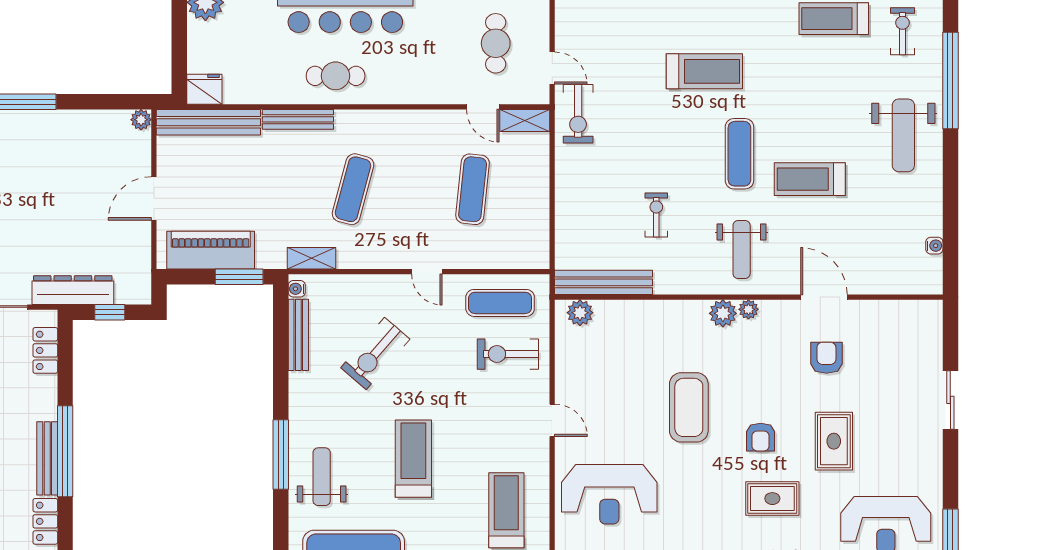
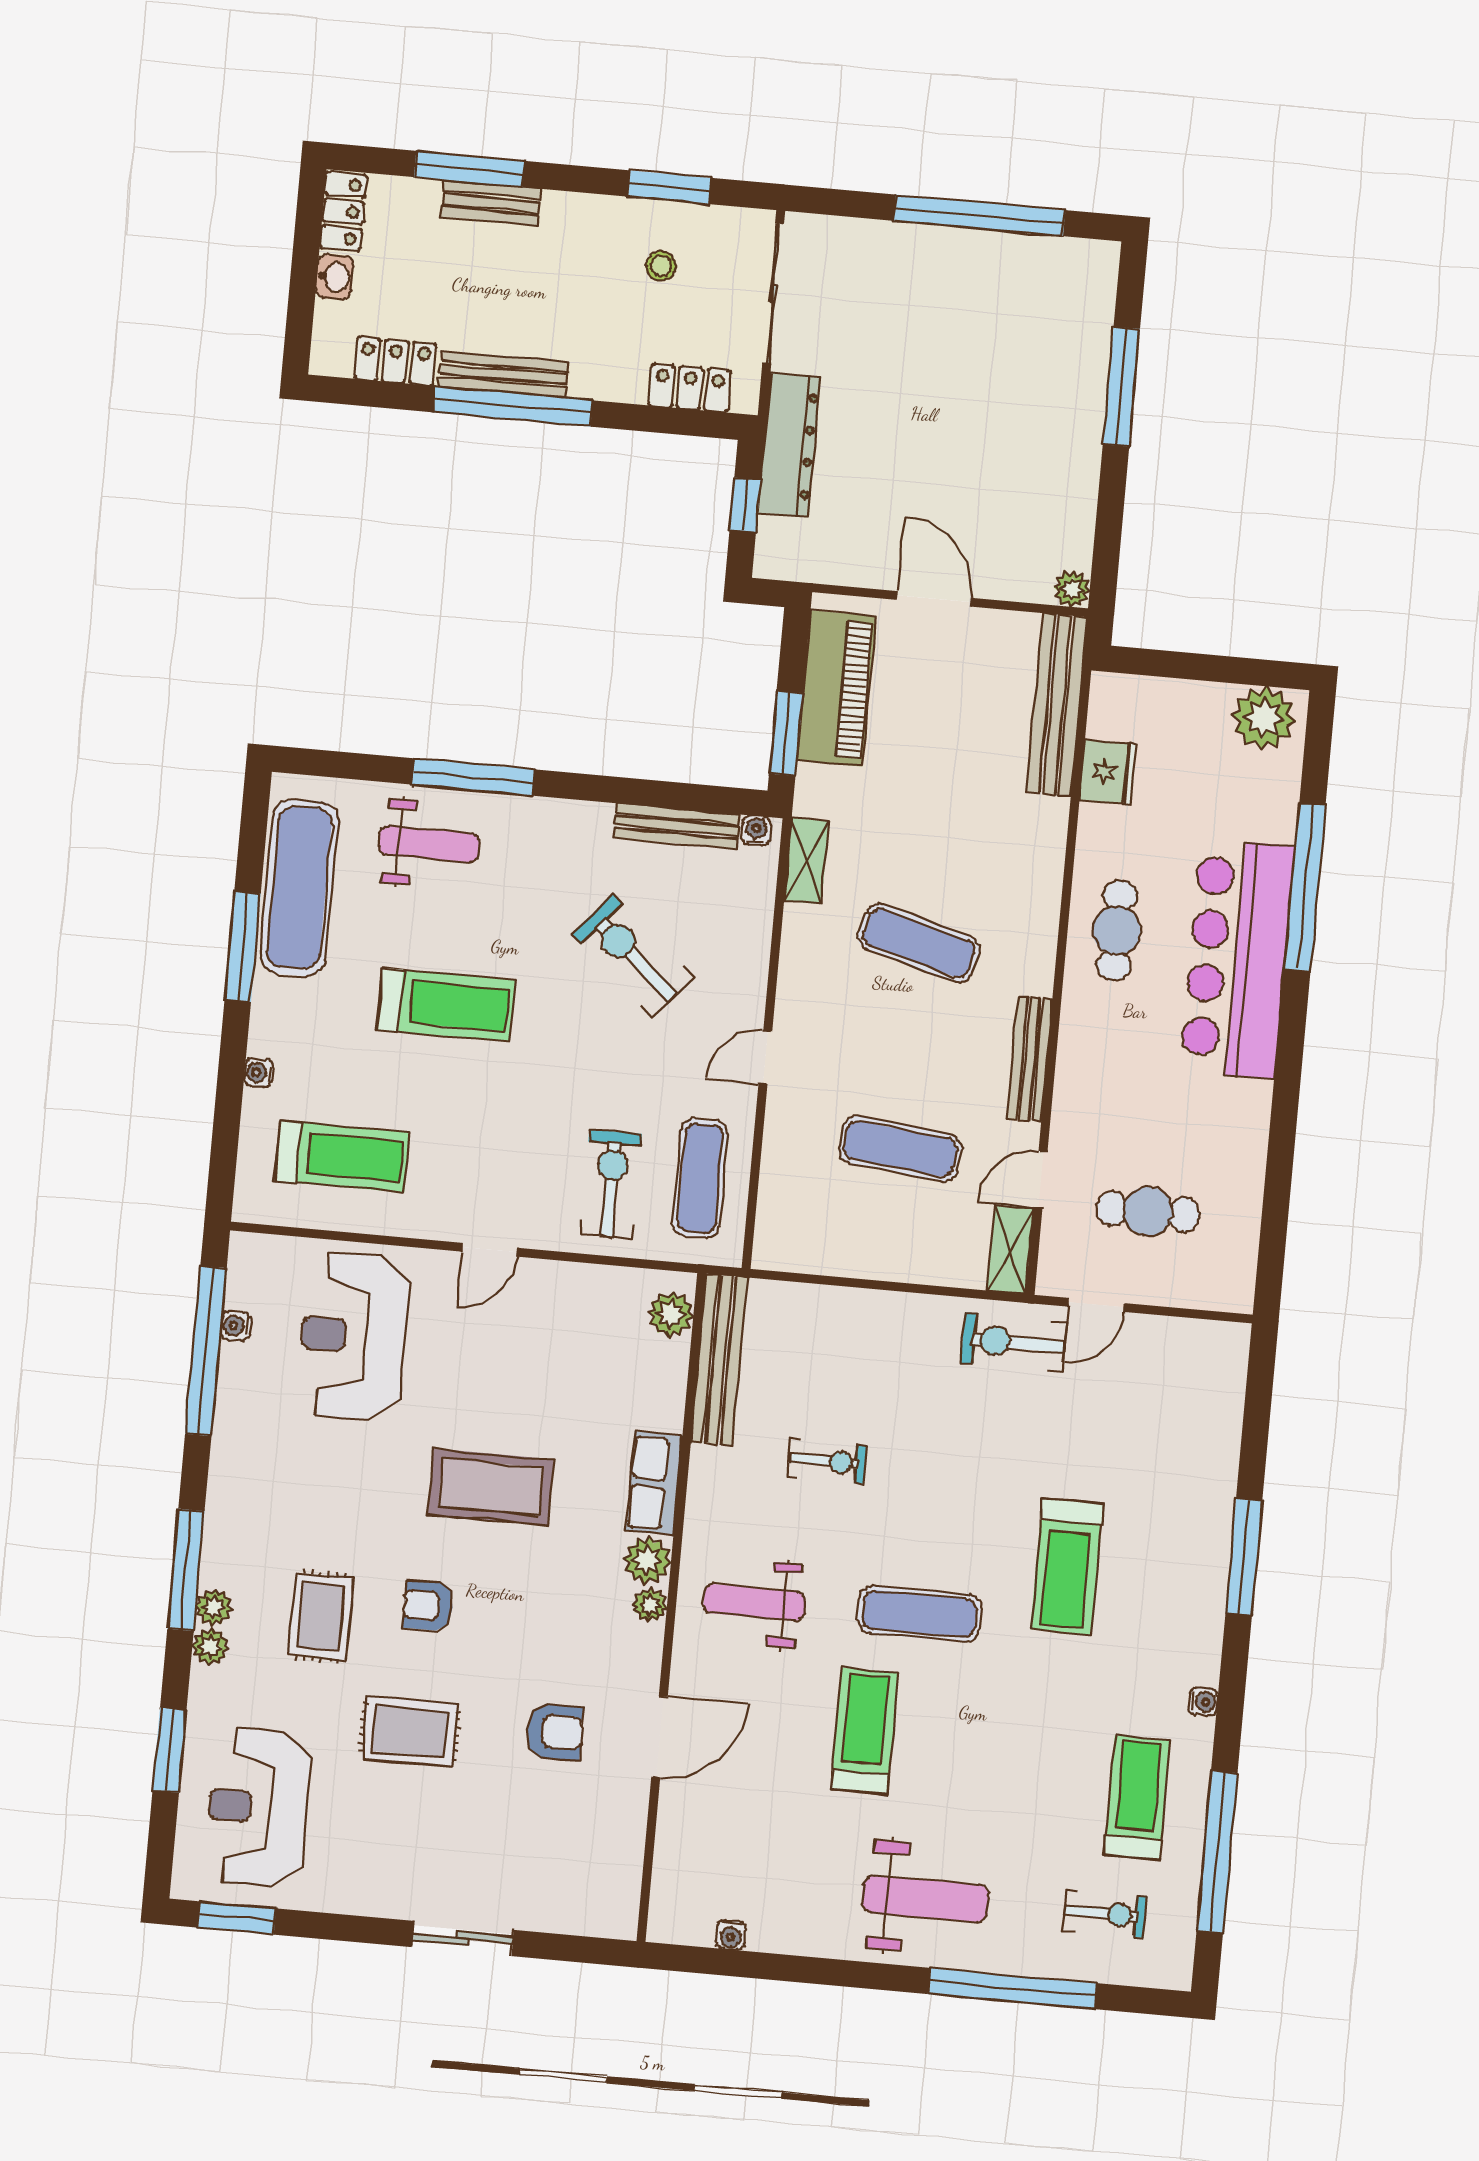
fridge: (204, 89) -> (1108, 772), moved
bench: (298, 119) -> (1030, 1059), moved
weight bench: (903, 135) -> (925, 1899), turned 180
row of seats: (678, 313) -> (654, 1483), added

